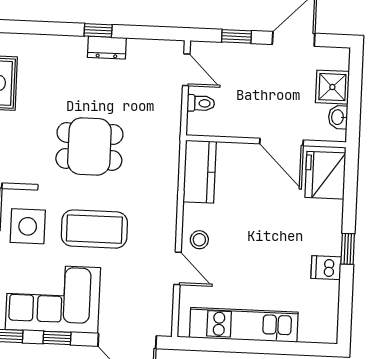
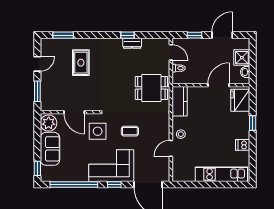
door: (281, 142) -> (218, 85), swing flipped
dining table: (89, 146) -> (151, 88), moved
coffee table: (94, 229) -> (130, 131), width x0.54, depth x0.58
window: (348, 249) -> (253, 123), moved
door: (178, 268) -> (171, 148), swing flipped
kitchen unit: (244, 325) -> (221, 174), moved

